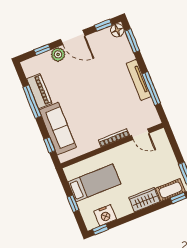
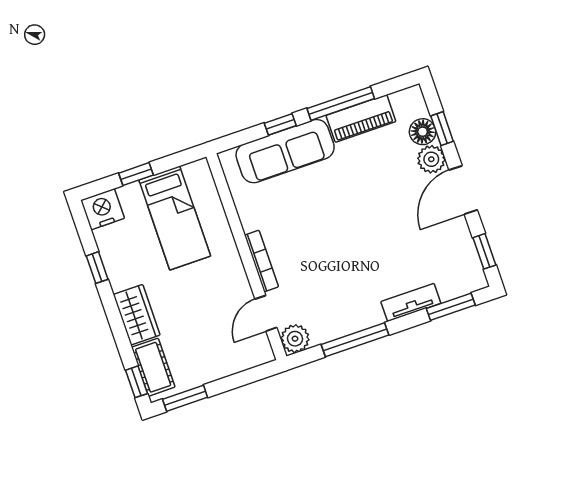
floor lamp: (117, 30) -> (423, 132), moved
tv unit: (139, 80) -> (411, 302), moved, width x0.71
plant: (152, 119) -> (295, 339), added
window: (50, 145) -> (280, 124), moved
nightstand: (105, 215) -> (103, 209), moved, turned 90
window: (100, 229) -> (97, 268), moved

